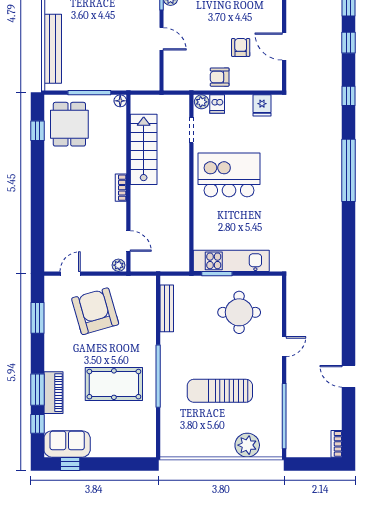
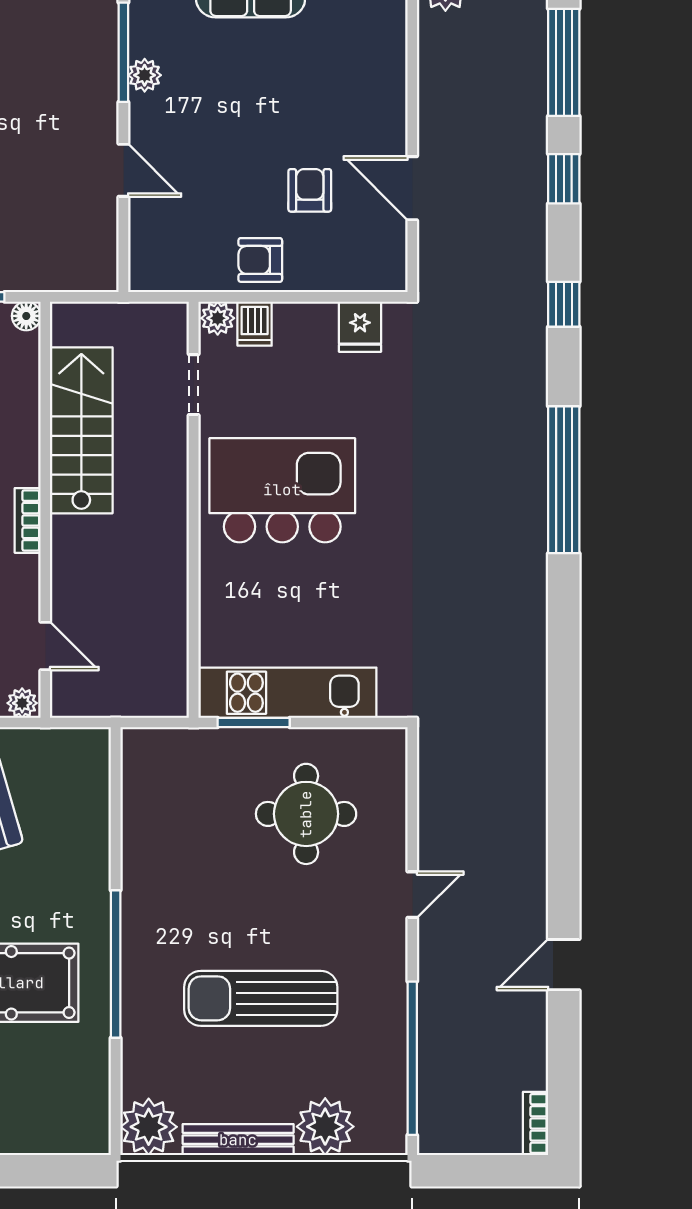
bench: (167, 308) -> (238, 1140), moved, turned 90
door: (349, 376) -> (564, 965), hinge flipped
plant: (172, 445) -> (149, 1127), added

